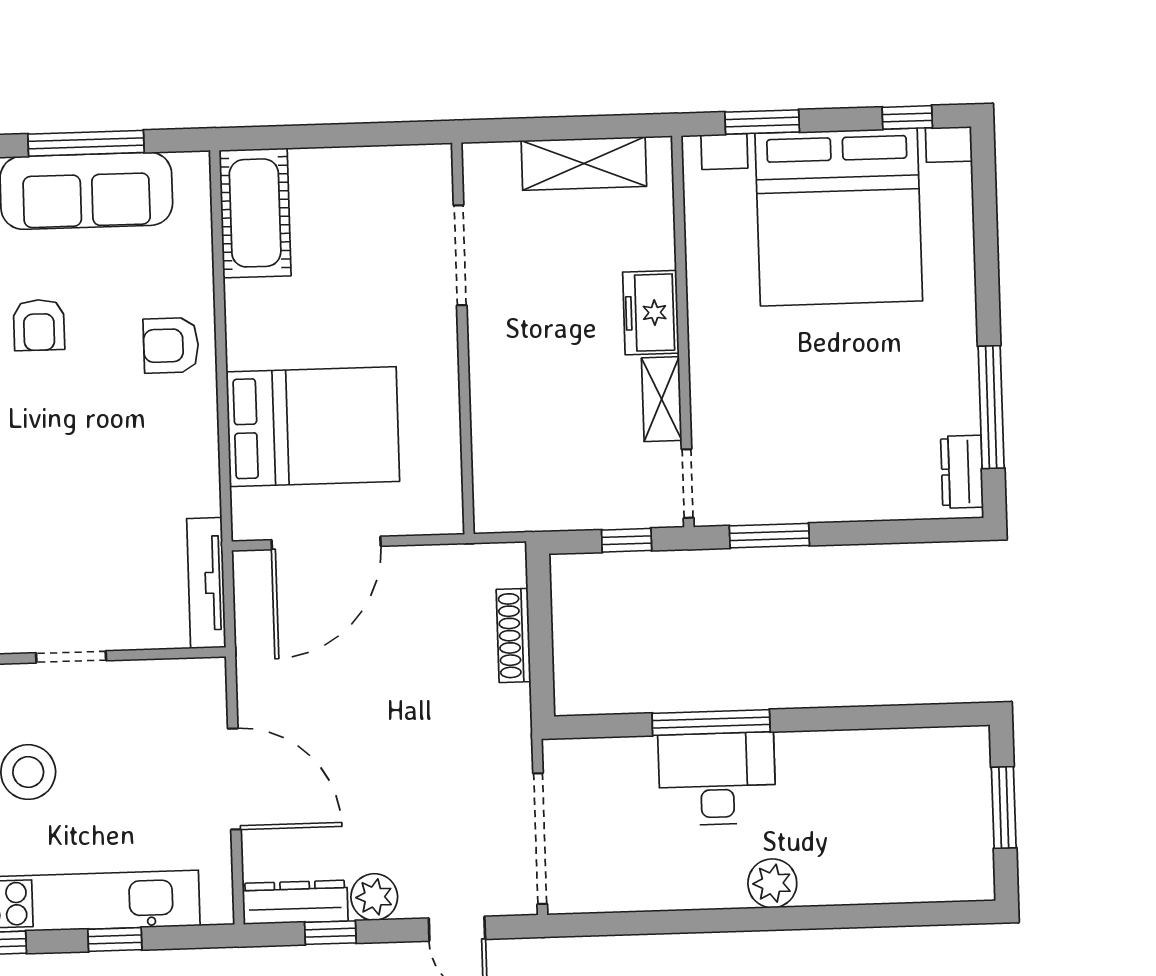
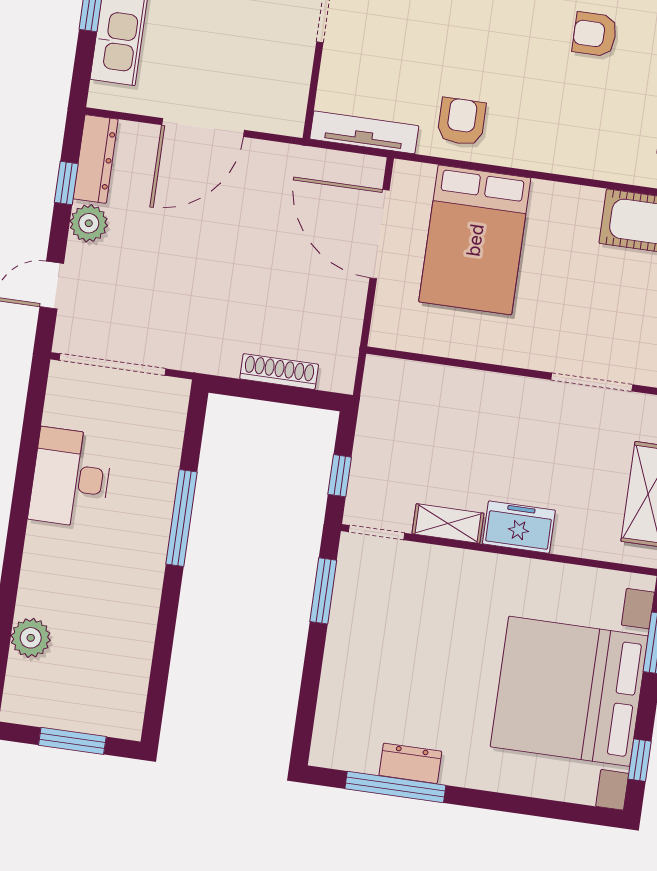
armchair: (171, 345) -> (461, 122), moved
dresser: (962, 472) -> (410, 763), moved
desk: (717, 779) -> (71, 478), moved, turned 180
plant: (772, 883) -> (31, 638), moved

